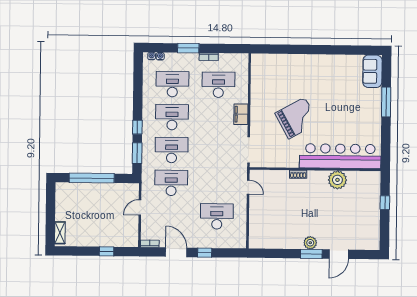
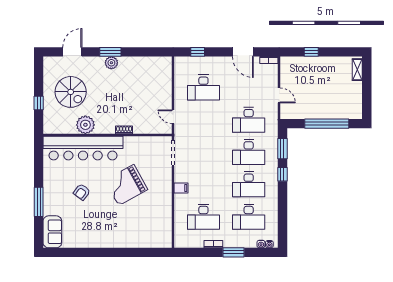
armchair: (342, 111) -> (82, 192), added
filing cabinet: (241, 114) -> (181, 188), width x0.50
door: (140, 207) -> (279, 95), hinge flipped
spiral stairs: (352, 214) -> (71, 92), added
window: (205, 253) -> (198, 52), moved
door: (339, 254) -> (72, 52), moved

